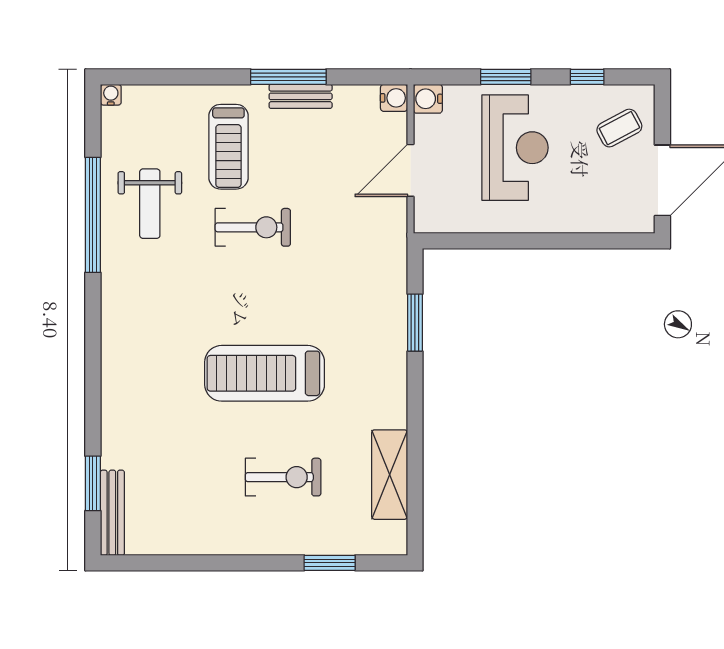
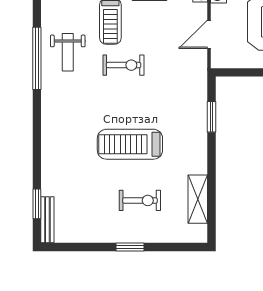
window: (330, 563) -> (130, 247), moved

